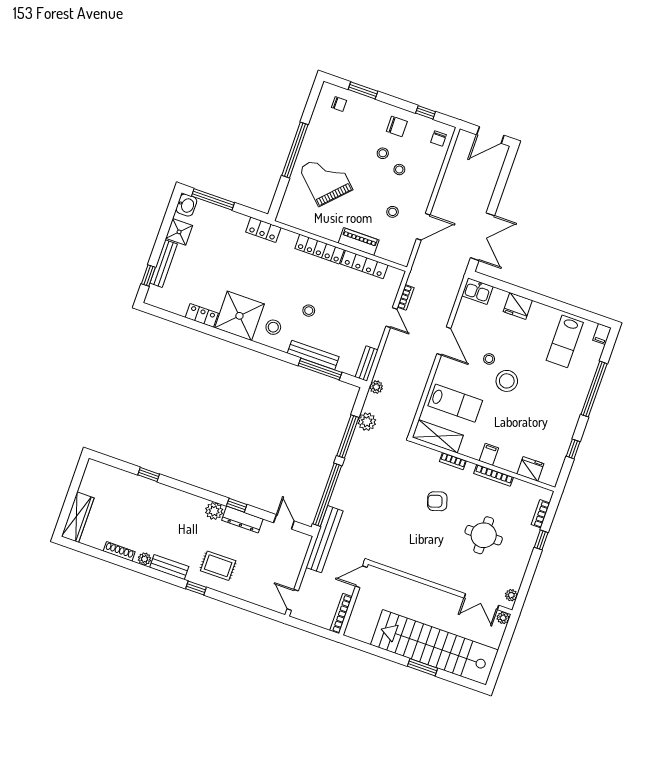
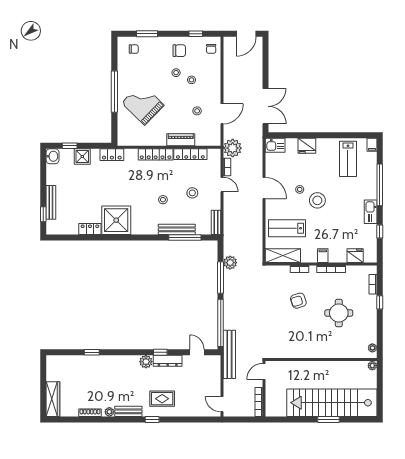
window: (213, 199) -> (70, 146), width x0.46
shower: (179, 232) -> (82, 156), moved
stool: (273, 327) -> (192, 193), moved
plant: (376, 387) -> (233, 148), moved, width x1.88, depth x1.88
lab bench: (455, 403) -> (287, 228), turned 180
kitchen sink: (570, 419) -> (371, 212), added
double door: (481, 602) -> (353, 360), removed

